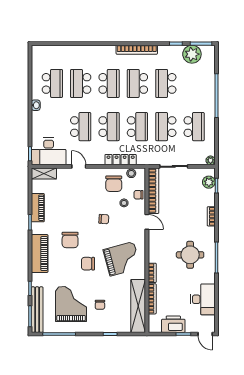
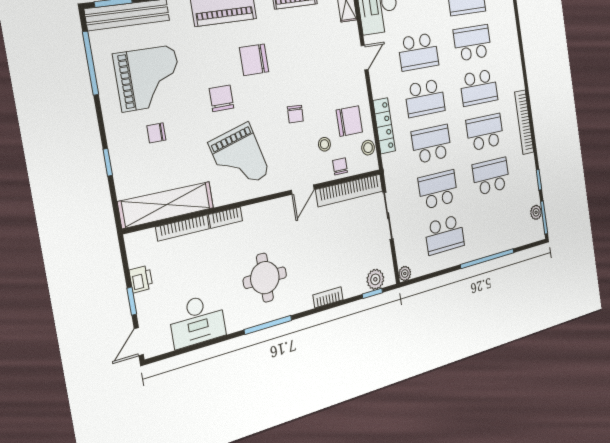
plant: (192, 54) -> (536, 212), width x0.53, depth x0.53
school desk: (137, 127) -> (432, 144), turned 180
chair: (114, 184) -> (349, 121), turned 180
printer: (173, 324) -> (141, 279), width x0.53, depth x0.68

